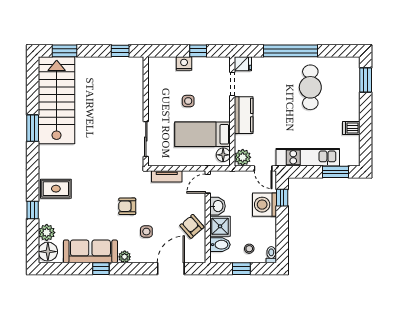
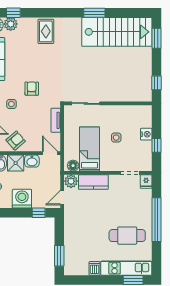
kitchen counter: (244, 115) -> (93, 182), moved
kitchen unit: (308, 157) -> (126, 268), moved, turned -90
washing machine: (264, 205) -> (22, 199), moved
window: (33, 210) -> (13, 13), moved

